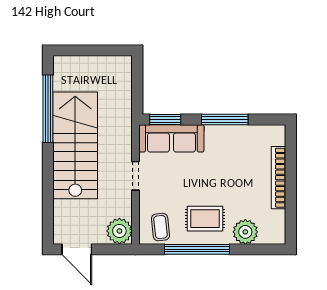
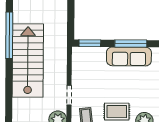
sofa: (171, 138) -> (129, 56), moved
doorway: (136, 176) -> (69, 95), moved

